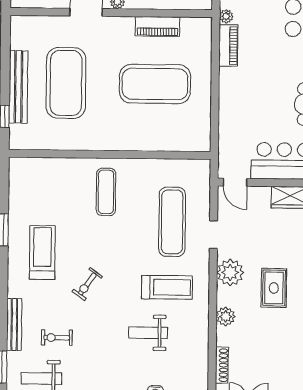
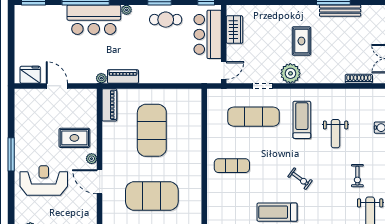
piano: (158, 26) -> (109, 105), moved
rug: (274, 288) -> (301, 41), turned 90
plant: (226, 316) -> (323, 76), removed
exercise bike: (57, 338) -> (357, 176), moved

